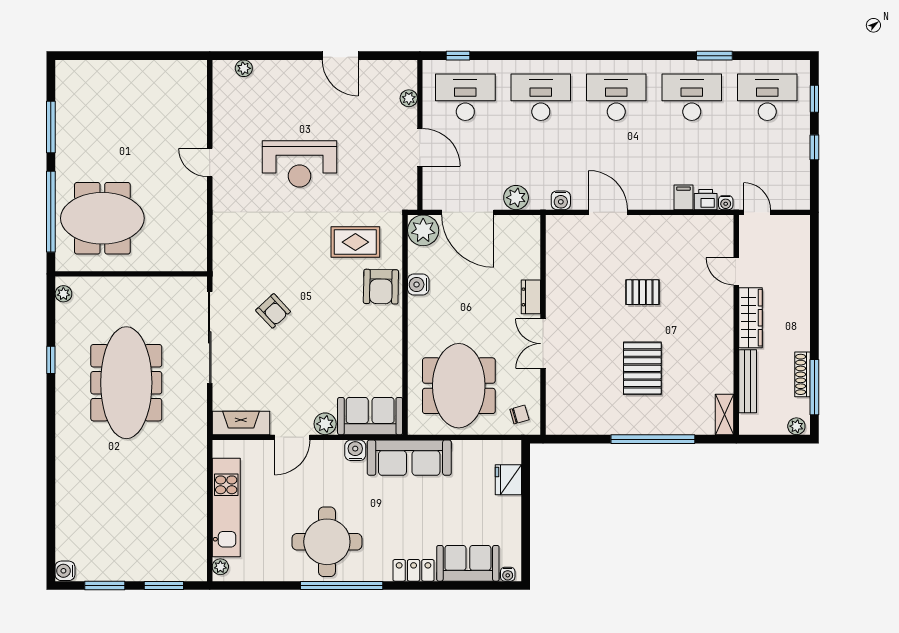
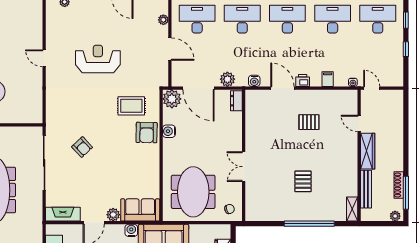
reception desk: (300, 164) -> (98, 59), turned 180
printer: (706, 200) -> (303, 80), moved
pallet: (642, 292) -> (309, 122), moved
dresser: (531, 297) -> (236, 101), moved
pallet: (642, 368) -> (303, 181), width x0.67, depth x0.71

